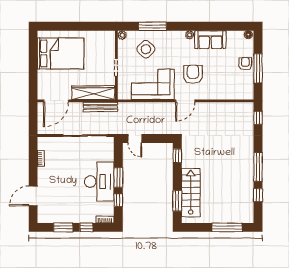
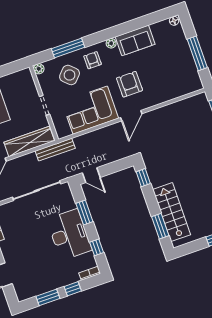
armchair: (245, 64) -> (93, 60), moved
bench: (100, 107) -> (55, 150), moved
window: (118, 178) -> (84, 212), moved

